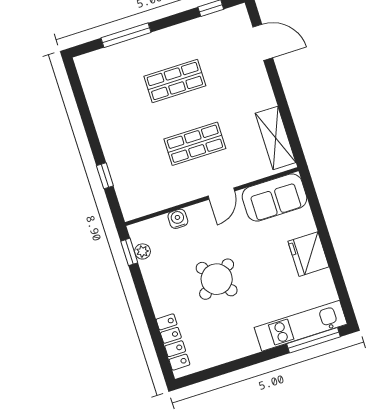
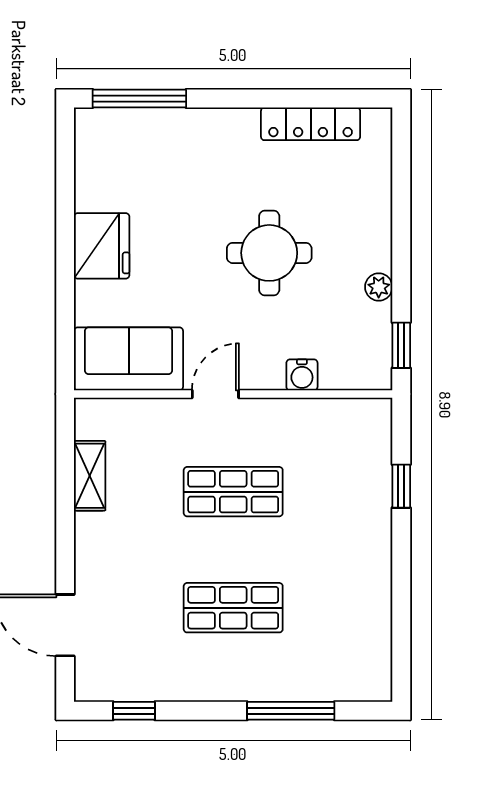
shelving: (275, 138) -> (90, 476), width x0.67, depth x0.75
plant: (142, 251) -> (379, 287), moved
round table: (217, 279) -> (269, 253), turned 35
kitchen unit: (301, 326) -> (153, 130), removed
locker: (173, 342) -> (311, 124), moved, turned -90

